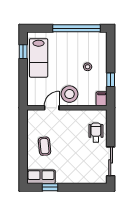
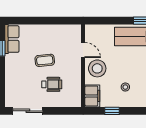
filing cabinet: (102, 99) -> (92, 96), width x2.00
wheelchair: (96, 133) -> (52, 84), moved
coffee table: (44, 146) -> (45, 60), moved

